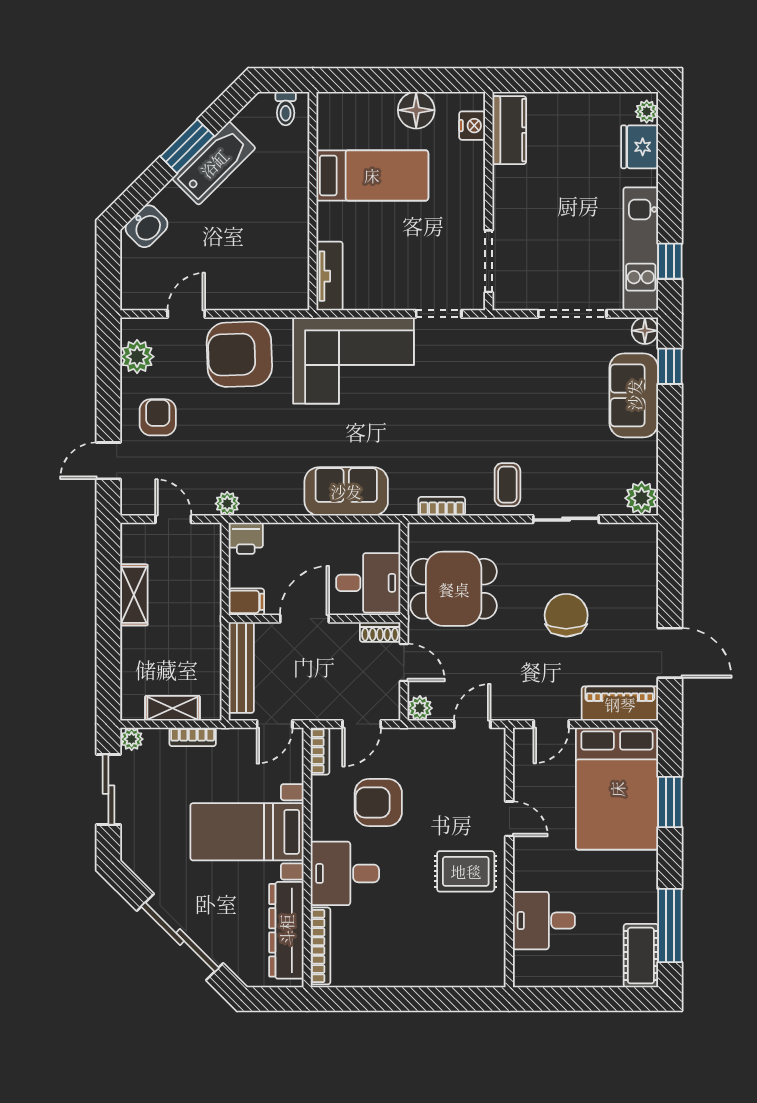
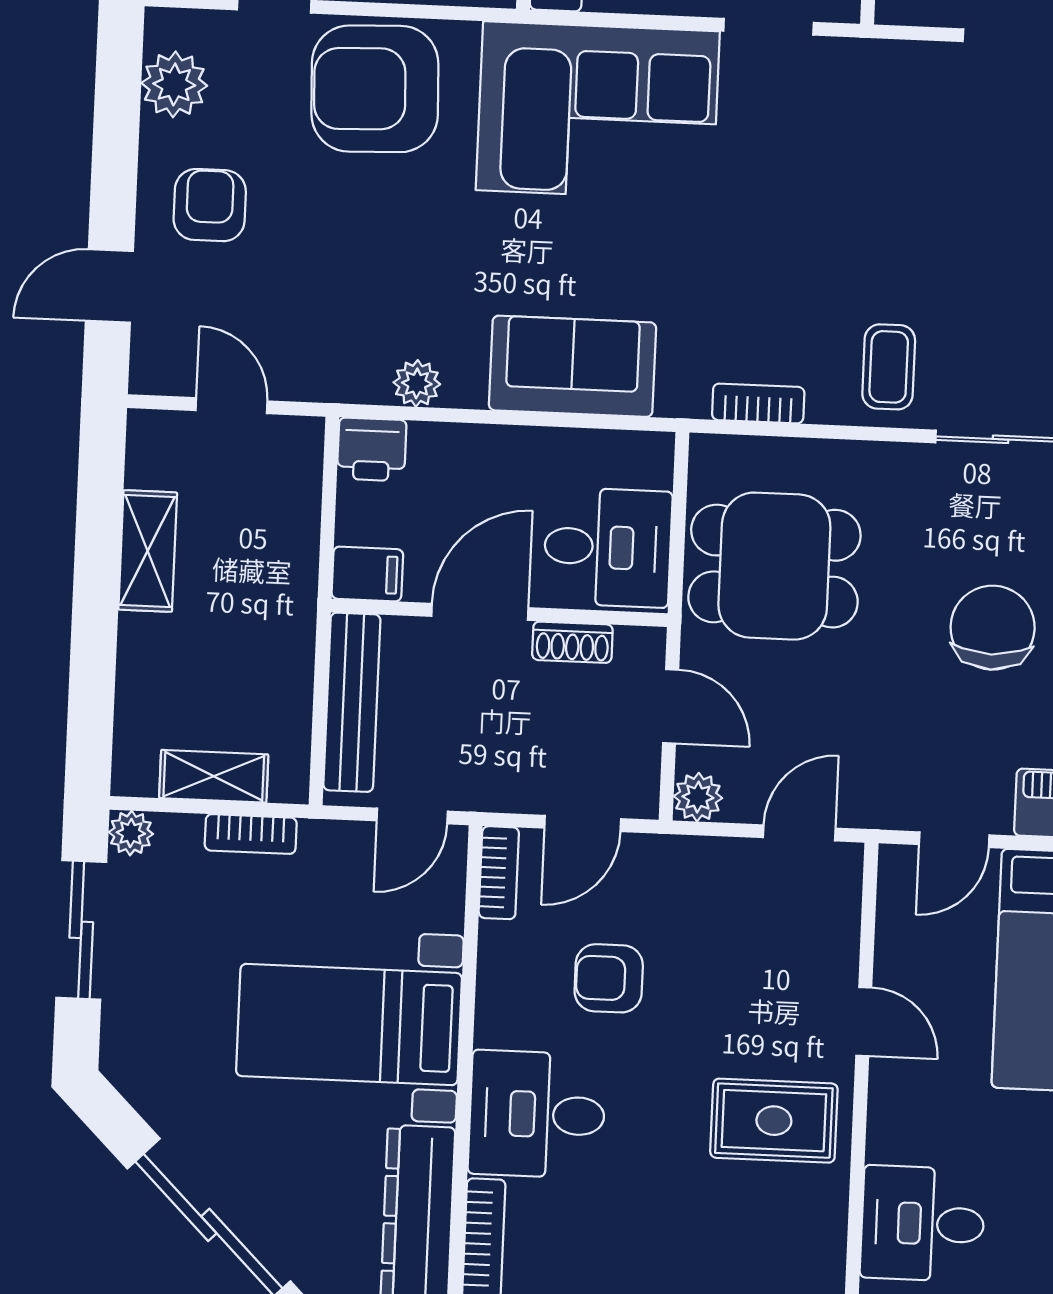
plant: (227, 504) -> (417, 383), moved
shoe rack: (380, 632) -> (572, 642), moved
armchair: (378, 802) -> (609, 978), width x0.72, depth x0.72

